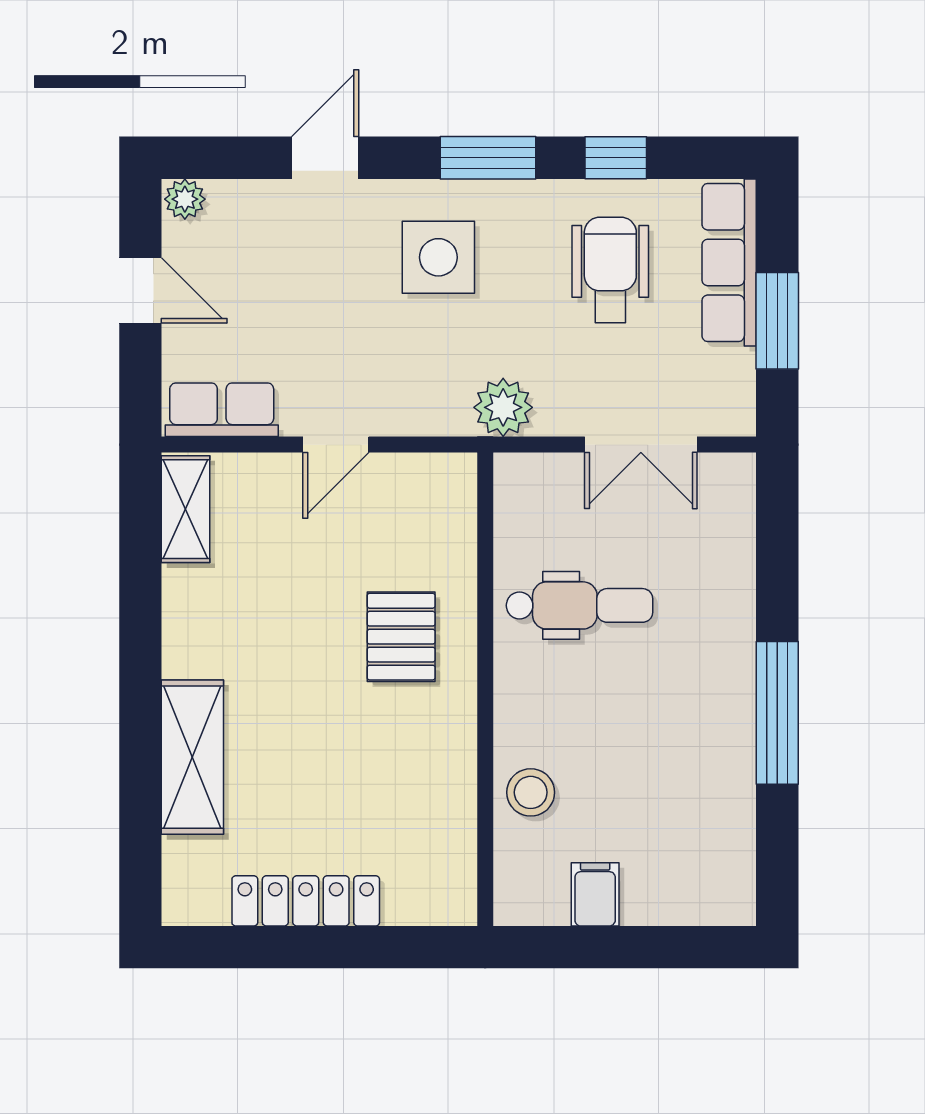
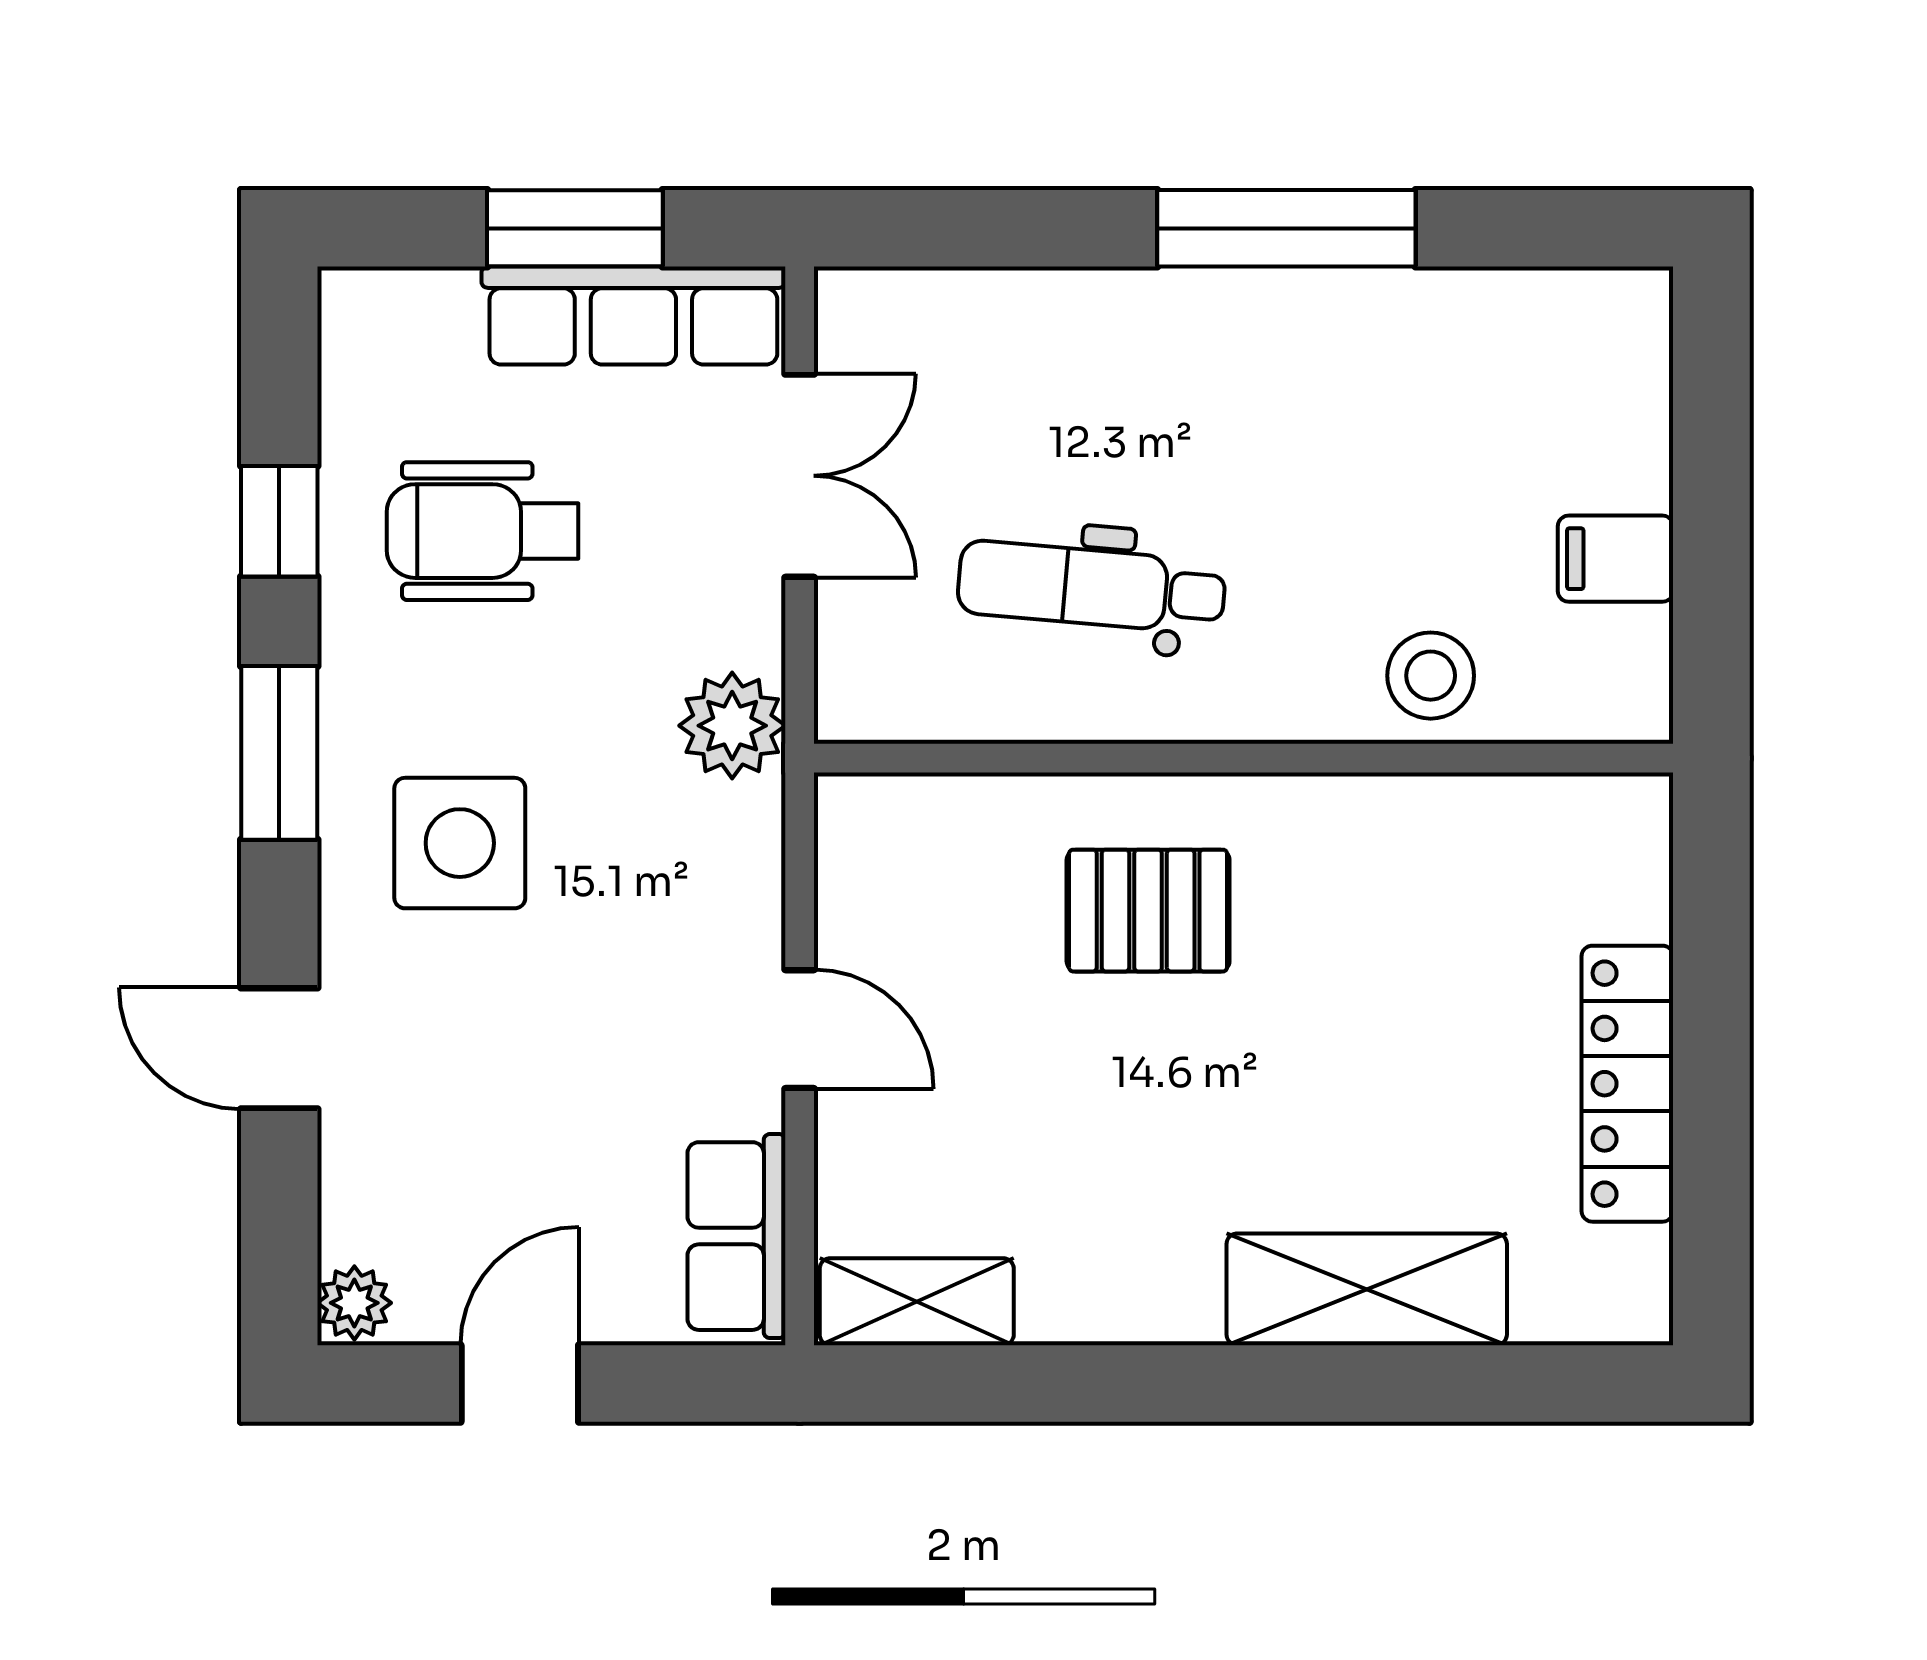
row of seats: (729, 262) -> (633, 316), moved
dental chair: (579, 605) -> (1092, 587), turned -85

